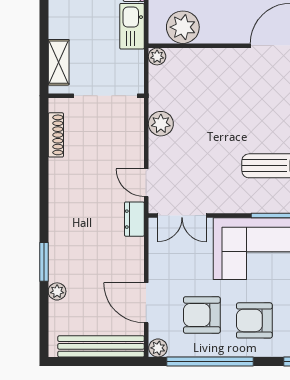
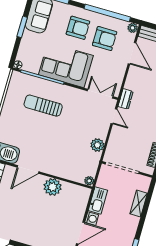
plant: (183, 27) -> (53, 187), moved
shelving: (59, 62) -> (139, 203), moved

